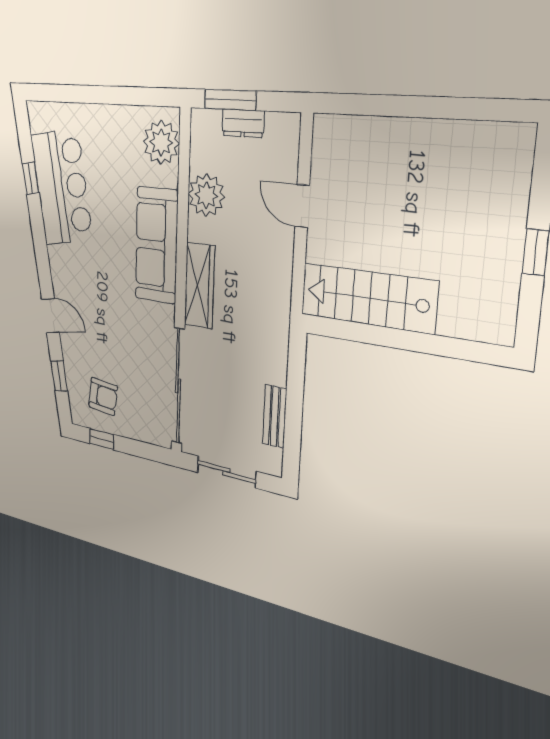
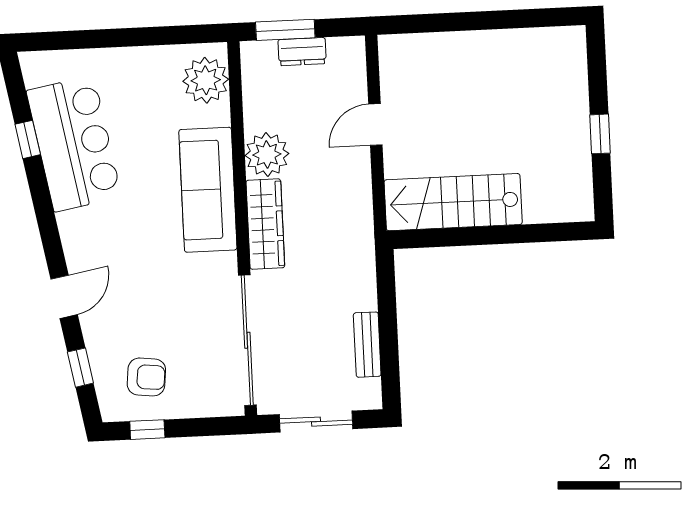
plant: (206, 195) -> (267, 155), moved
door: (302, 206) -> (375, 124), hinge flipped
door: (50, 316) -> (64, 297), hinge flipped

